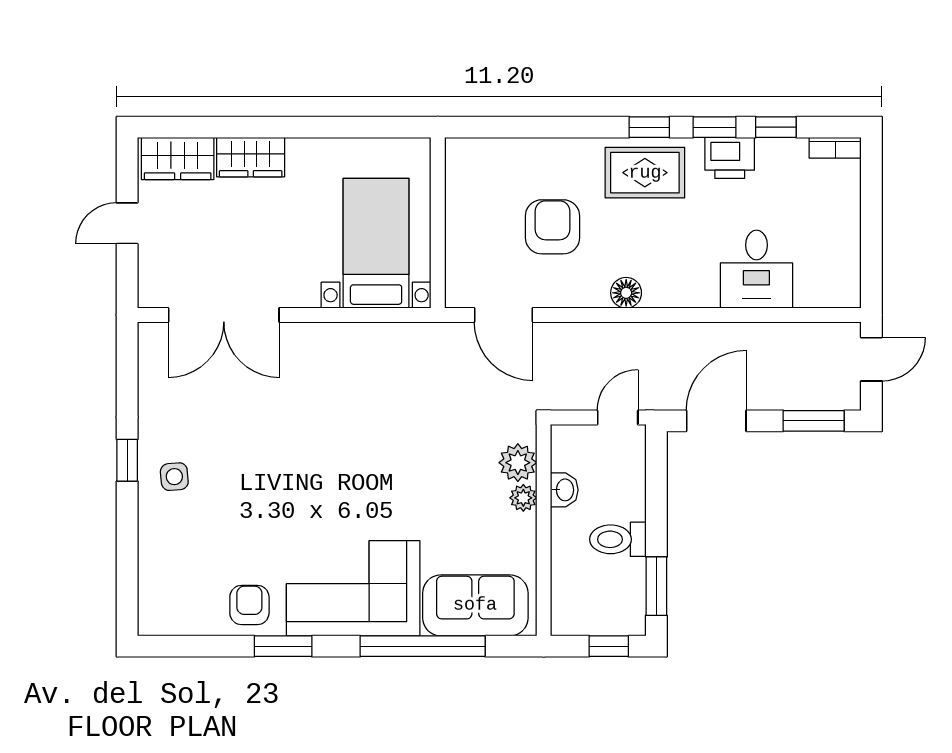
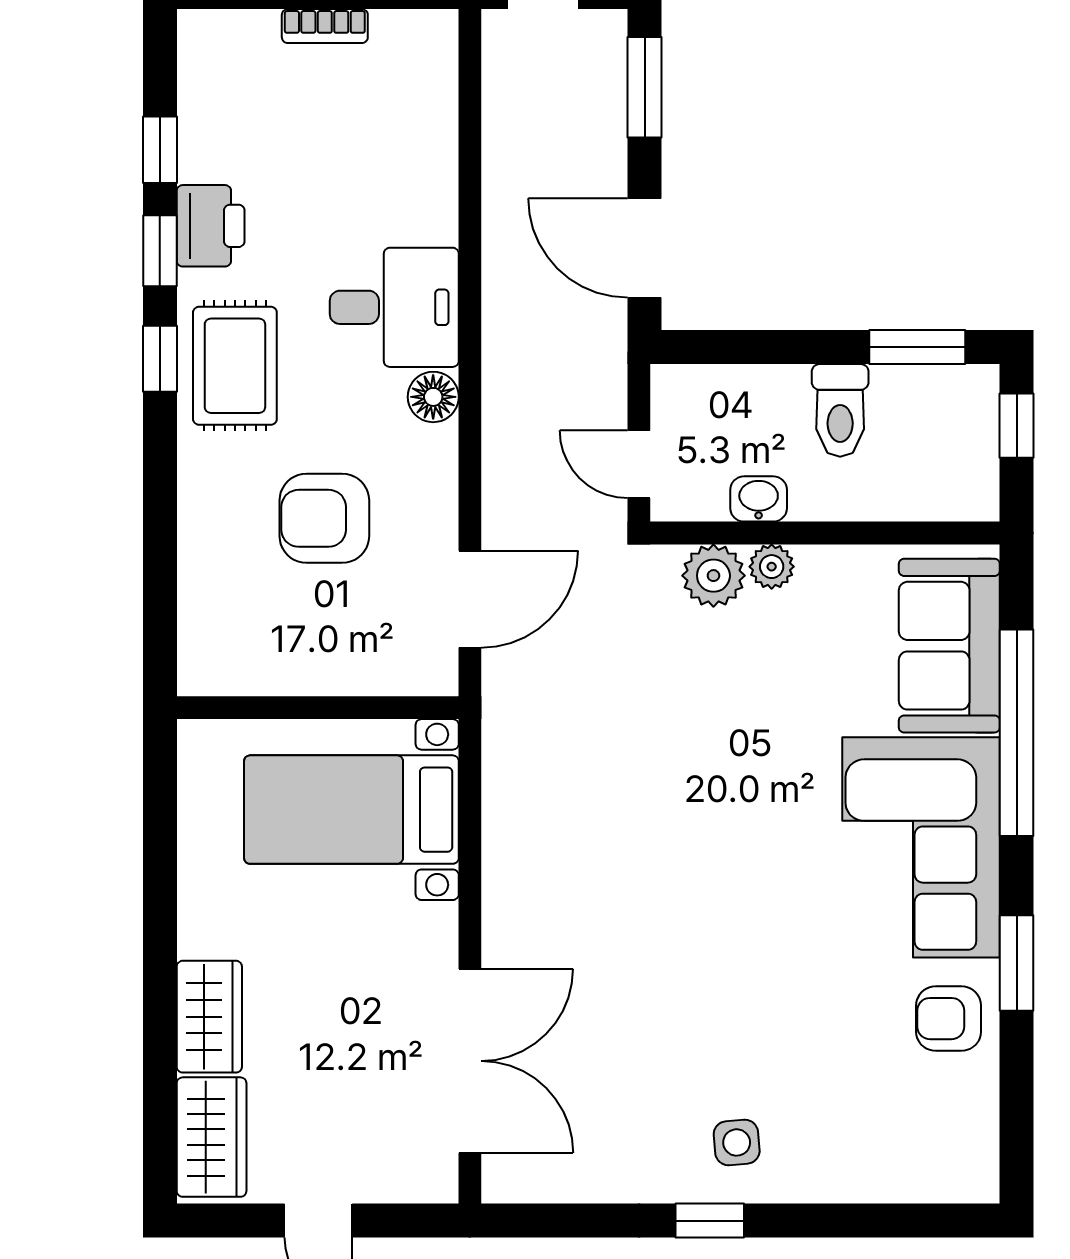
bookcase: (835, 148) -> (325, 26), moved, turned 90
desk: (756, 269) -> (394, 307), moved
door: (618, 417) -> (639, 464), moved

